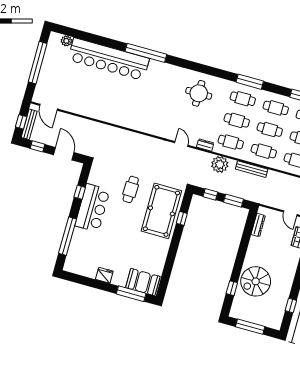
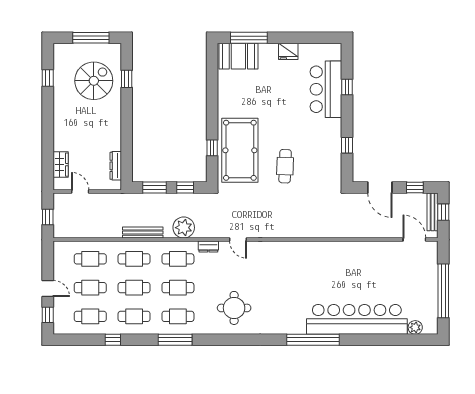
bar counter: (92, 208) -> (326, 89), moved
window: (68, 236) -> (347, 87), width x0.32
spiral stairs: (256, 281) -> (94, 81), moved

